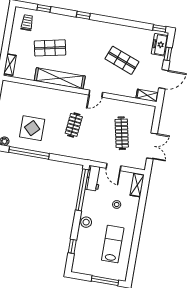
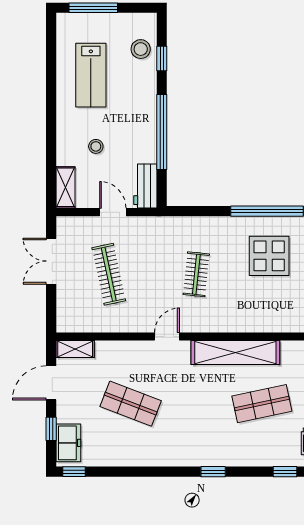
window: (82, 190) -> (162, 132), moved
stool: (86, 222) -> (141, 49), moved

